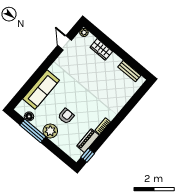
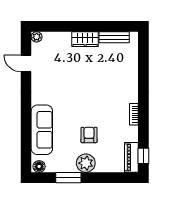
wardrobe: (101, 49) -> (85, 39), moved
floor lamp: (29, 116) -> (39, 166), moved
window: (33, 131) -> (68, 178), width x0.69
piano: (88, 141) -> (131, 157), moved

